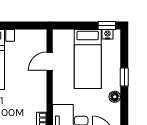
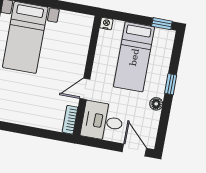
nightstand: (108, 34) -> (106, 24), moved
door: (50, 61) -> (85, 89), moved

